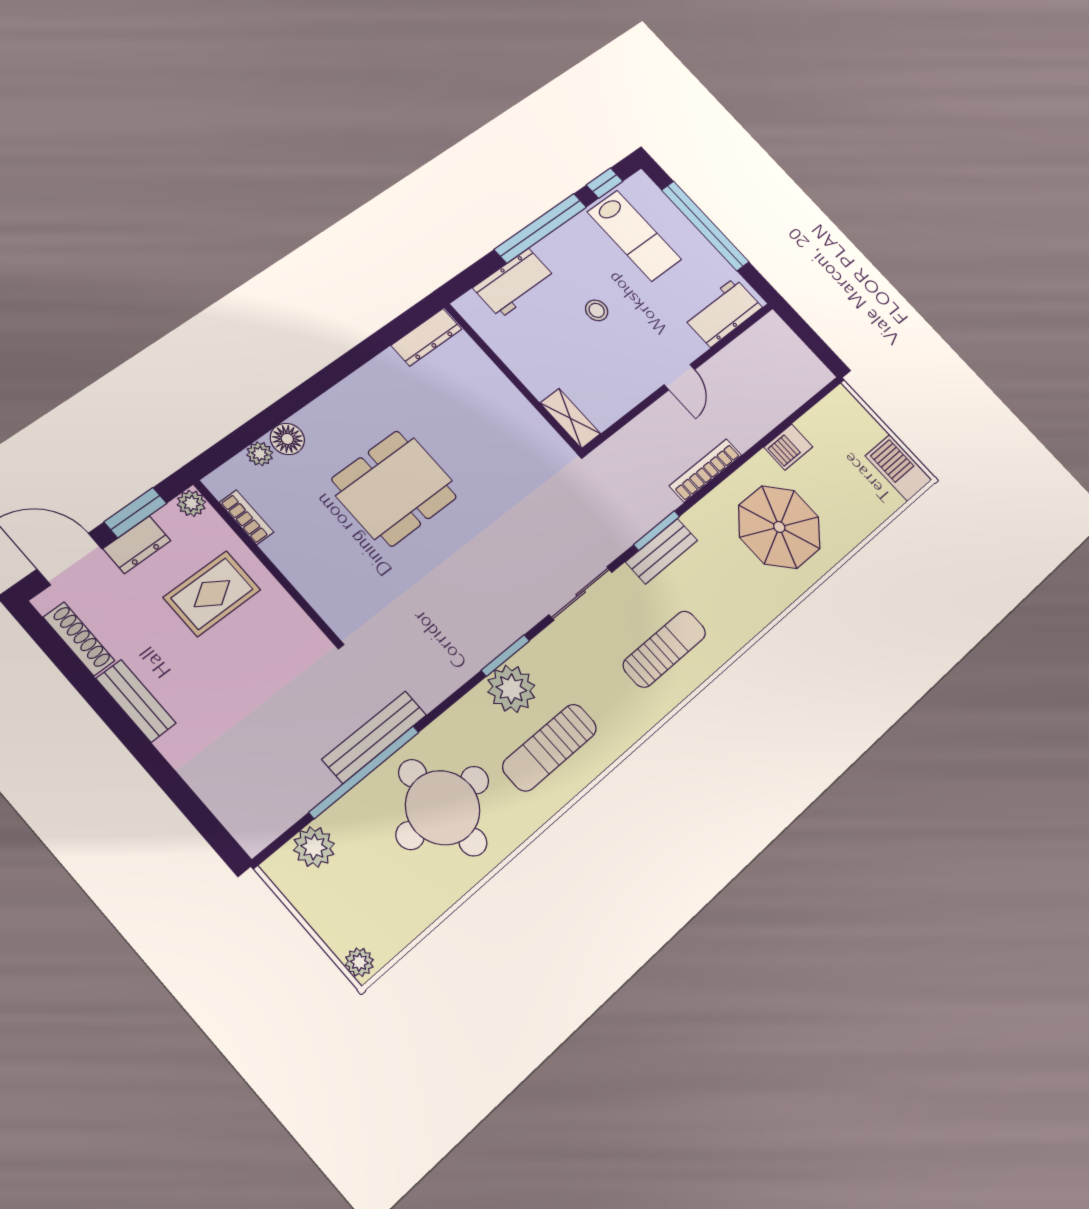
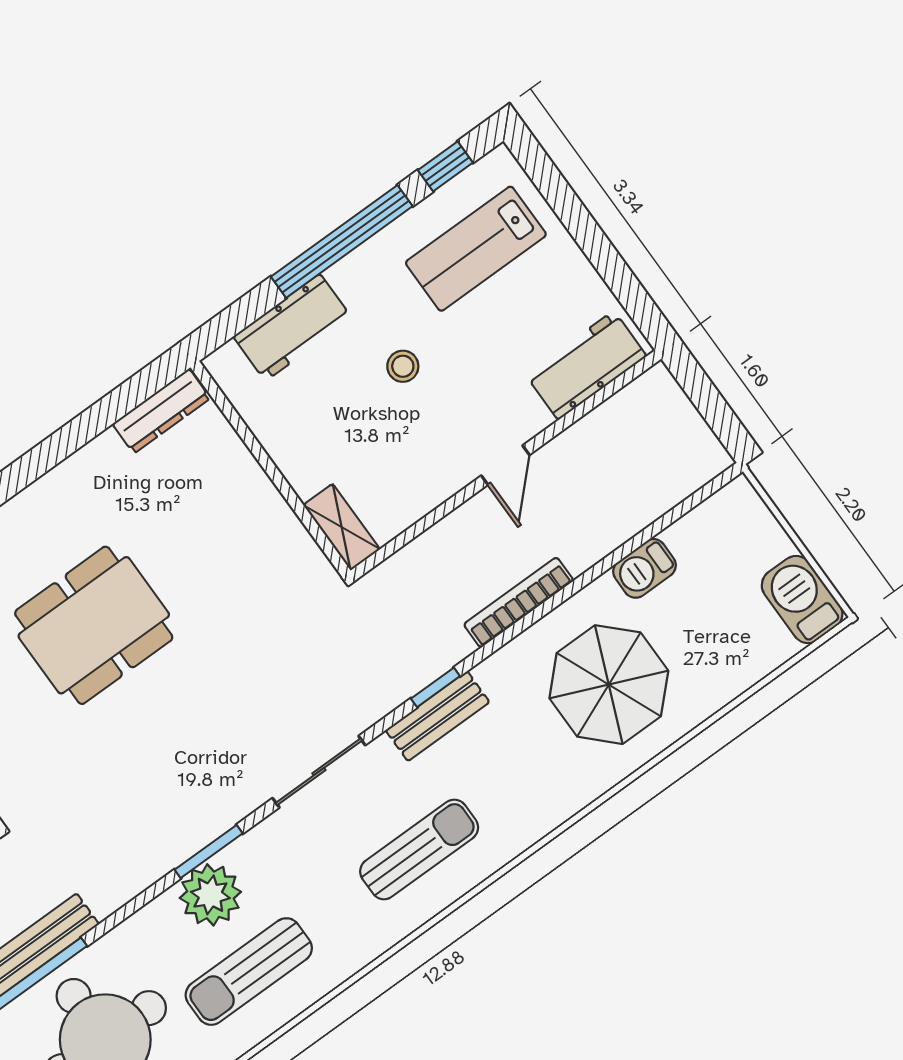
window: (705, 226) -> (584, 229), removed
lab bench: (634, 236) -> (476, 249), turned 90
window: (657, 530) -> (435, 687), width x0.67

